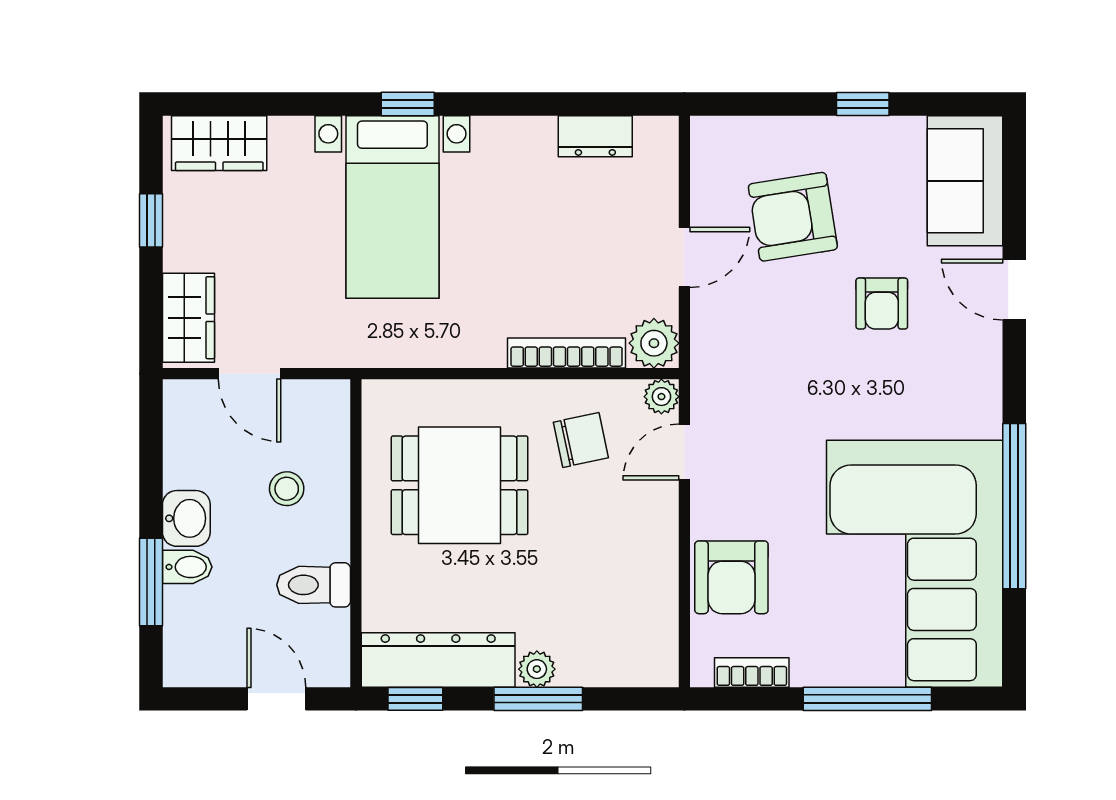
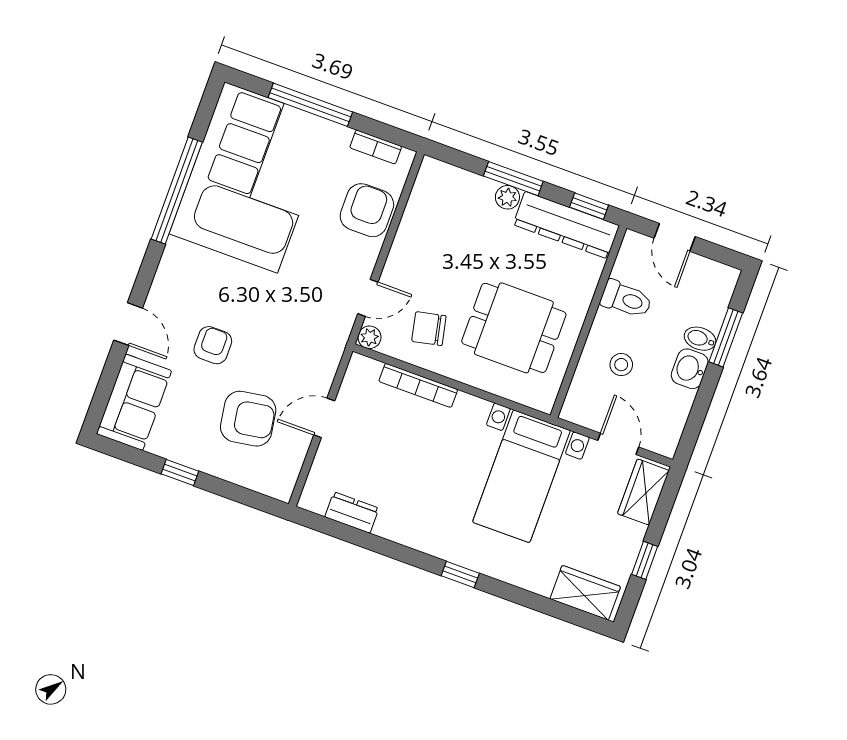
bed with nightstands: (392, 207) -> (521, 476), moved, turned 180
plant: (654, 343) -> (362, 372), removed

